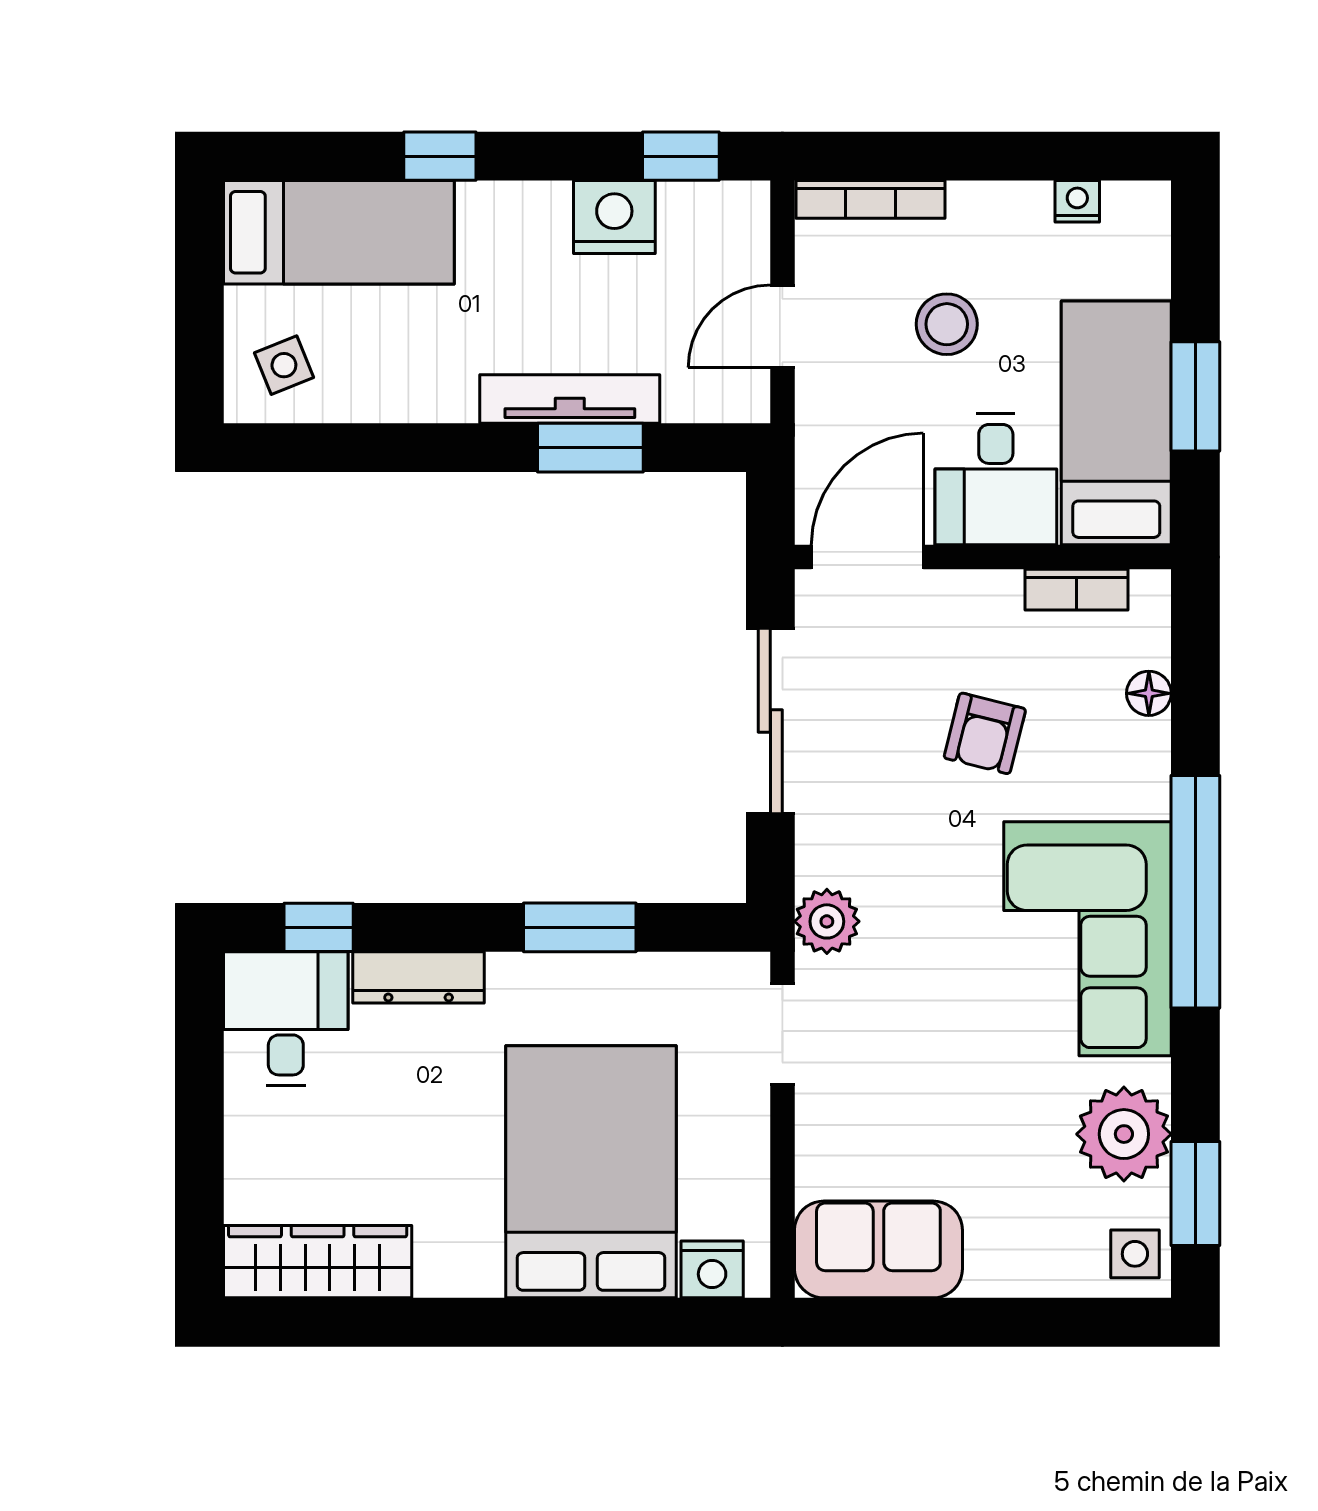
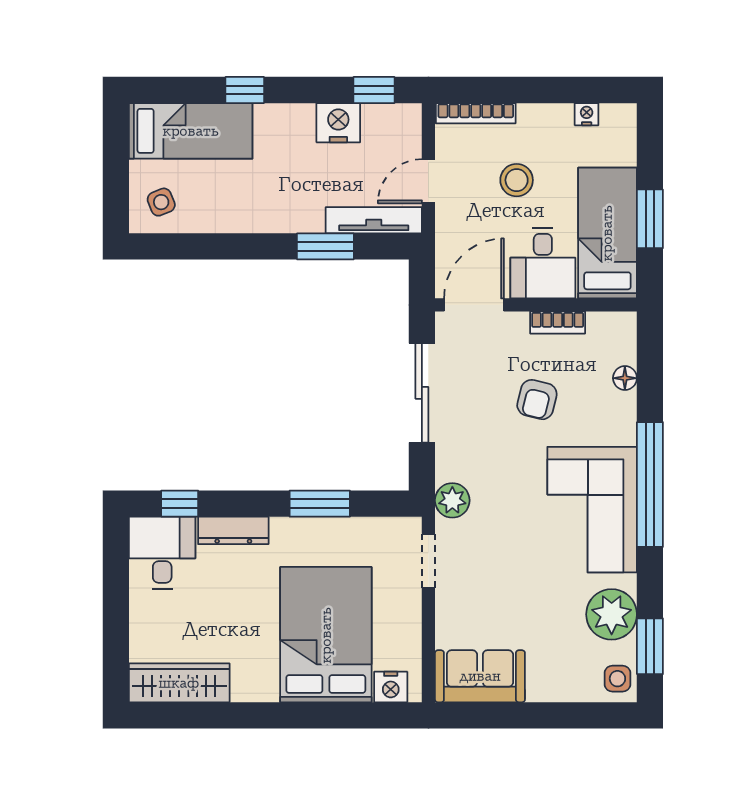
tv unit: (570, 399) -> (374, 220), moved
bookcase: (1077, 590) -> (558, 322), moved

